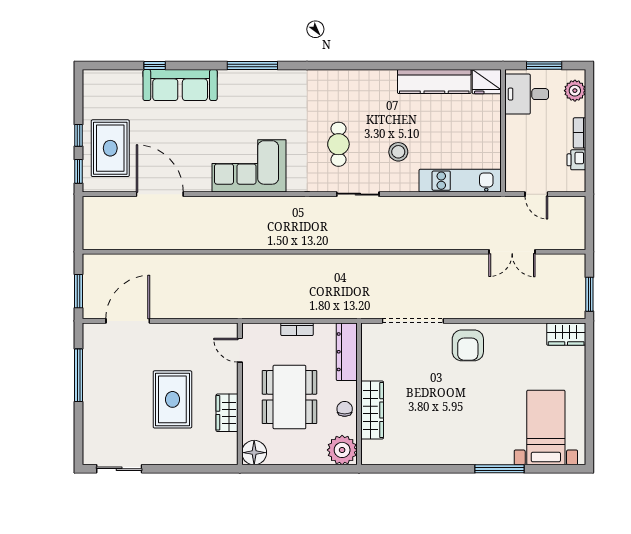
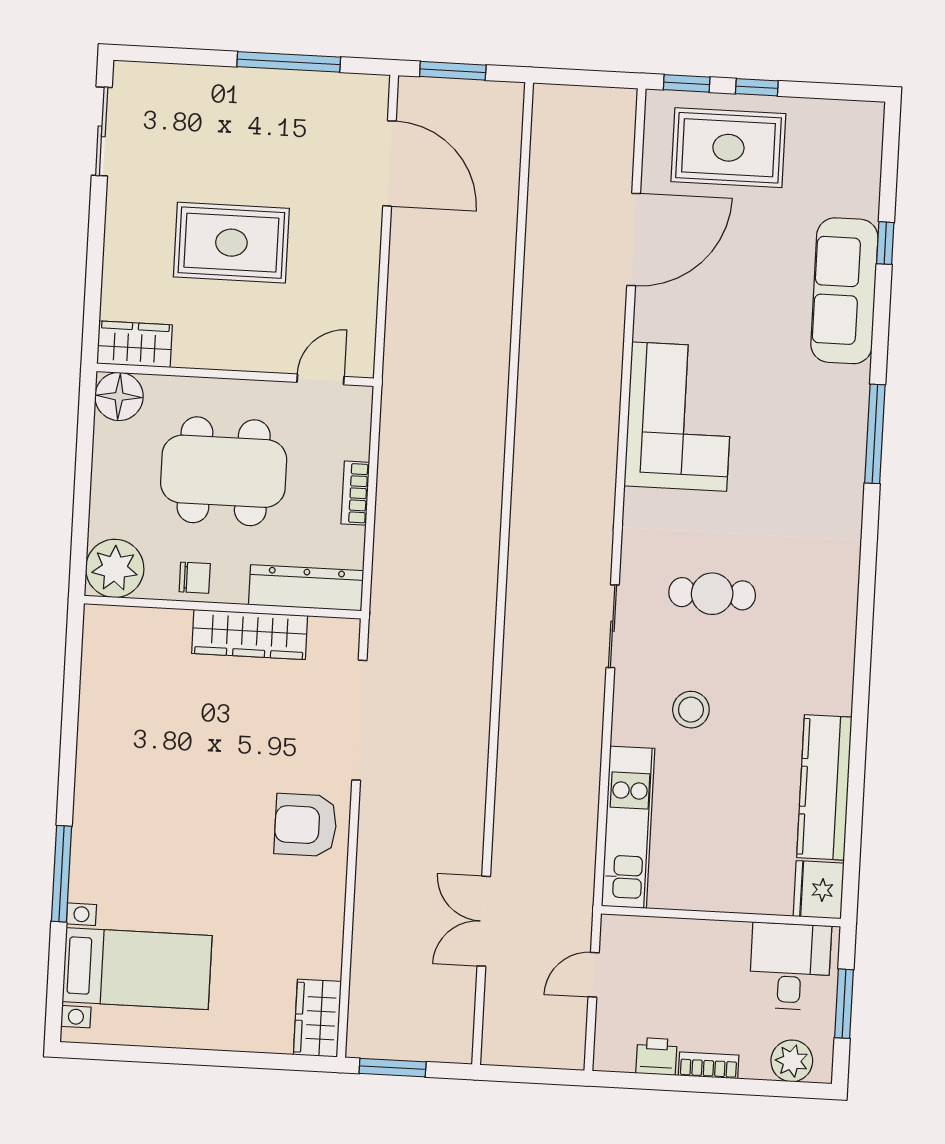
wardrobe: (372, 410) -> (250, 635), moved
wardrobe: (227, 413) -> (134, 344), moved

